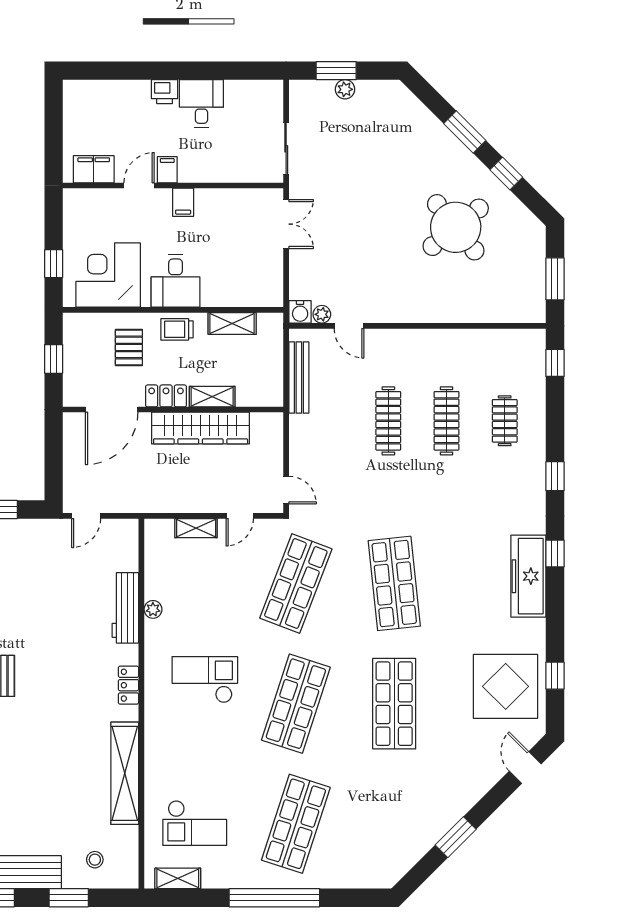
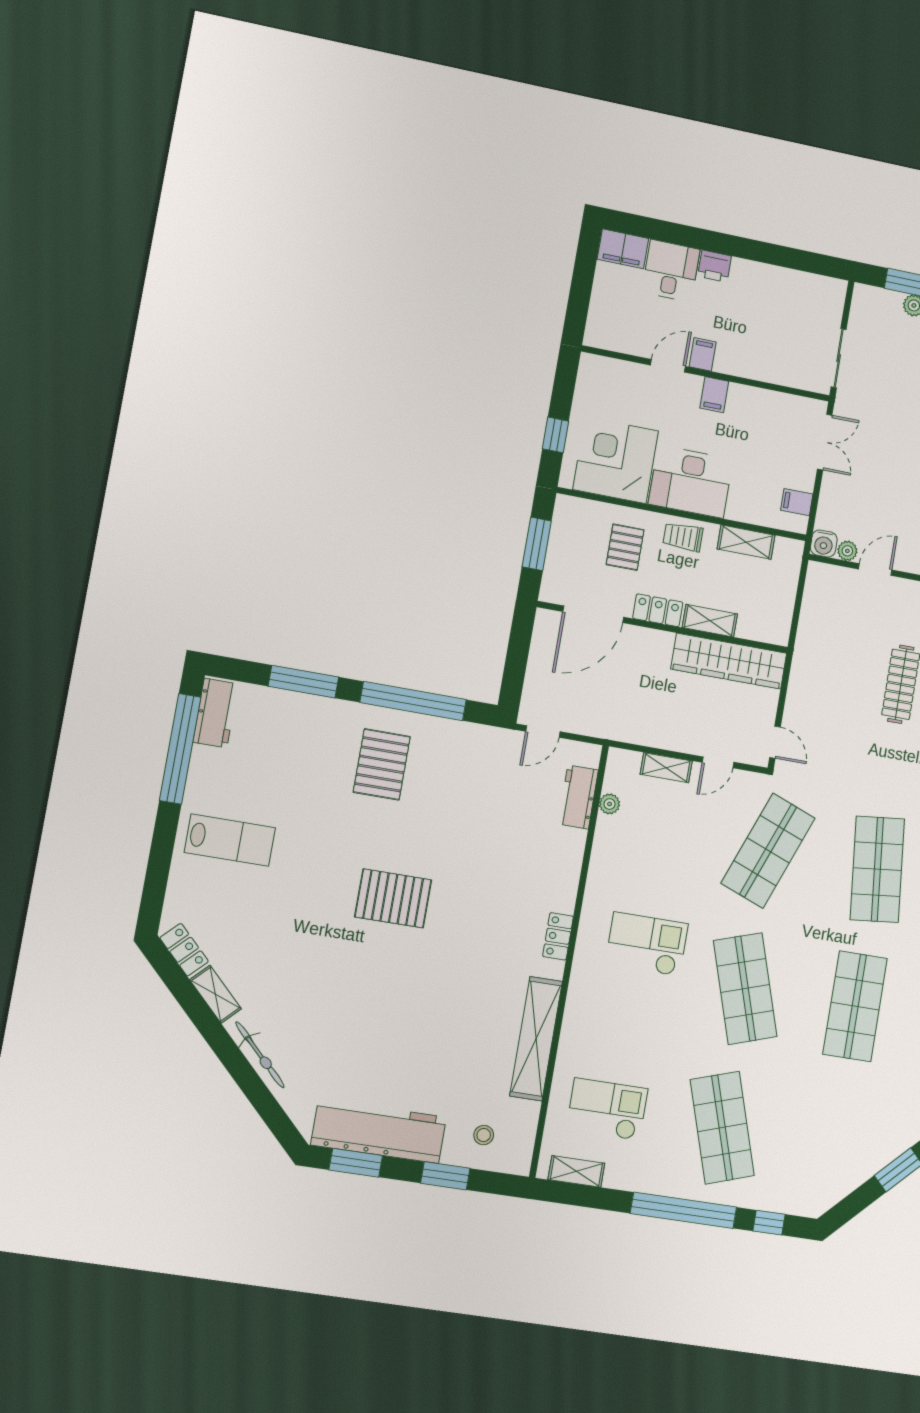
desk: (201, 103) -> (671, 271), moved
filing cabinet: (94, 169) -> (623, 249), moved, turned 180
desk: (176, 281) -> (691, 482), width x1.37
filing cabinet: (270, 281) -> (797, 502), added
door: (349, 326) -> (875, 570), swing flipped
window: (54, 359) -> (537, 544), width x1.50
bench: (299, 377) -> (810, 617), removed
wardrobe: (201, 428) -> (729, 661), moved
workbench: (125, 608) -> (578, 797), moved, width x0.73
plant: (153, 609) -> (610, 804), moved
shop shelf: (296, 704) -> (745, 989), turned -36
checkout: (195, 823) -> (607, 1109), turned 180
shop shelf: (296, 824) -> (722, 1128), turned -36
window: (350, 898) -> (769, 1223), added

